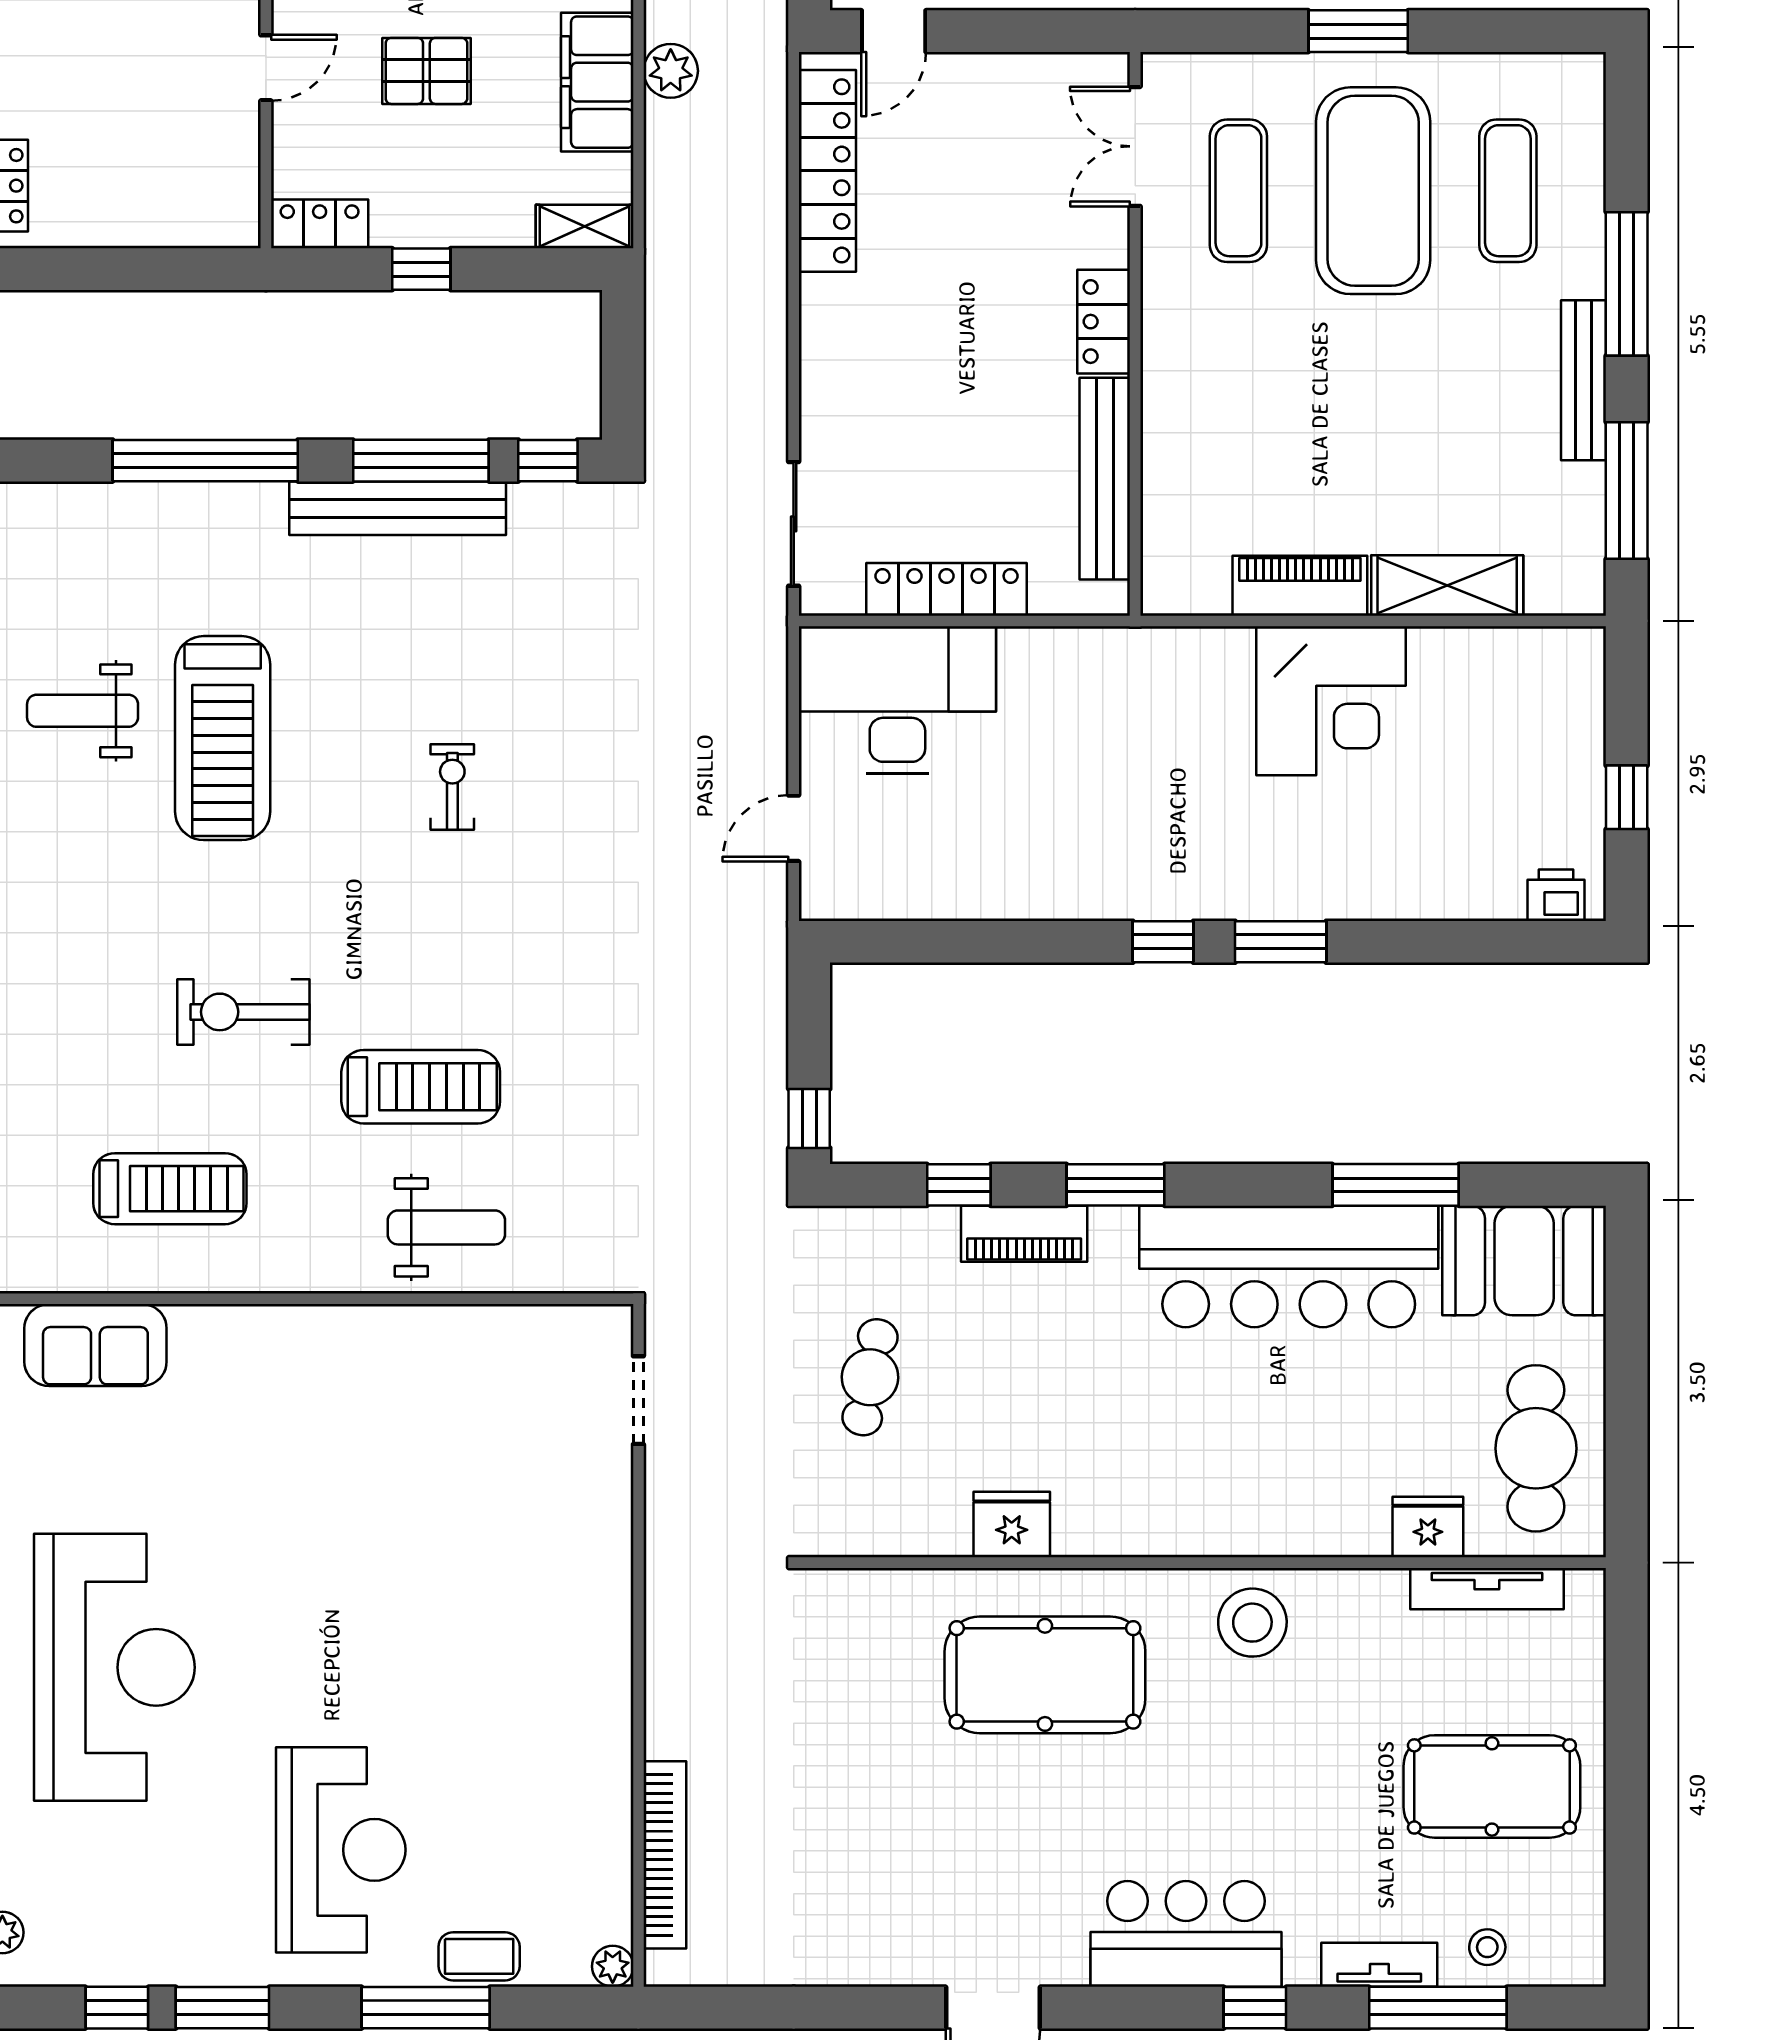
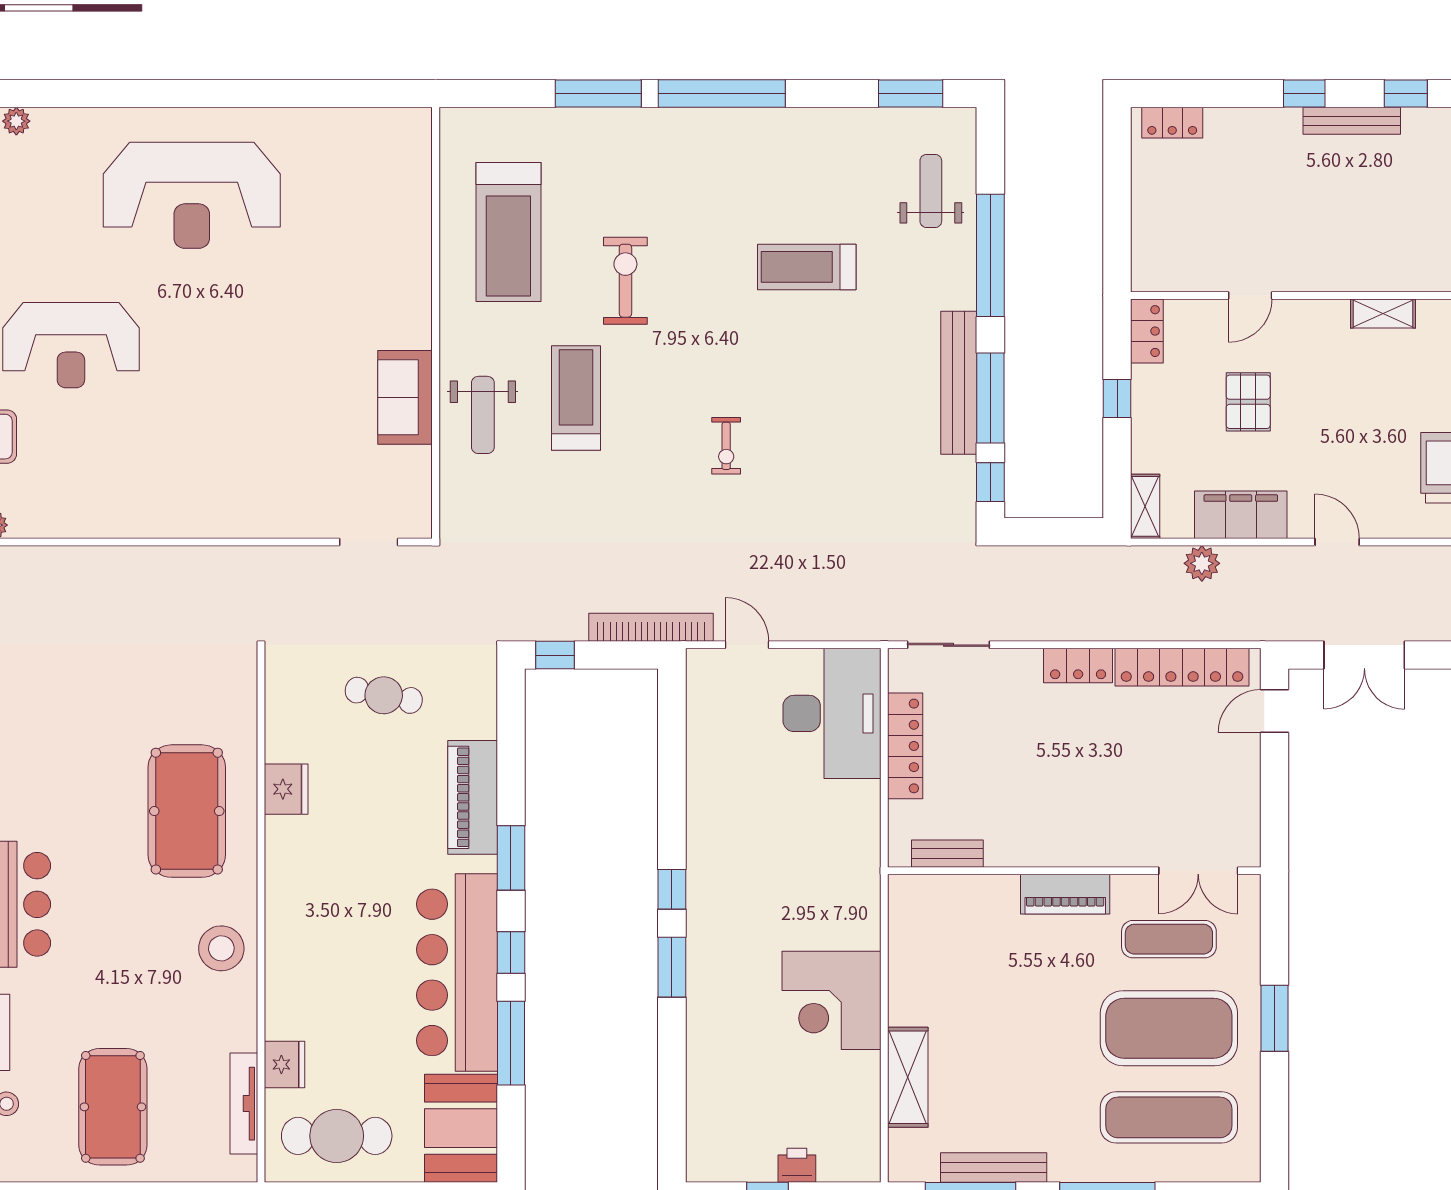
door: (894, 31) -> (1274, 711), hinge flipped
door: (266, 68) -> (1250, 296), hinge flipped
plant: (671, 71) -> (1202, 563), moved
double door: (1135, 146) -> (1198, 871), swing flipped
exercise mat: (1508, 191) -> (1169, 1117), width x1.36, depth x1.45
locker: (1104, 322) -> (1078, 666), moved, turned 180
bench: (1584, 380) -> (994, 1167), moved
bench: (1105, 479) -> (947, 854), width x0.54, depth x0.82
piano: (1300, 586) -> (1065, 894), moved, turned 90
weight bench: (83, 711) -> (931, 191), moved
treadmill: (223, 738) -> (807, 267), width x0.73, depth x0.73
exercise bike: (452, 787) -> (726, 446), moved, turned 90
printer: (1556, 895) -> (797, 1165), moved, turned -90
treadmill: (421, 1087) -> (576, 398), turned 180
window: (959, 1185) -> (511, 953), moved
treadmill: (170, 1189) -> (508, 232), width x1.37, depth x1.38
piano: (1024, 1234) -> (473, 797), width x1.37, depth x1.33
sofa: (95, 1345) -> (405, 397), moved
bookcase: (665, 1855) -> (651, 627), moved, turned 180

